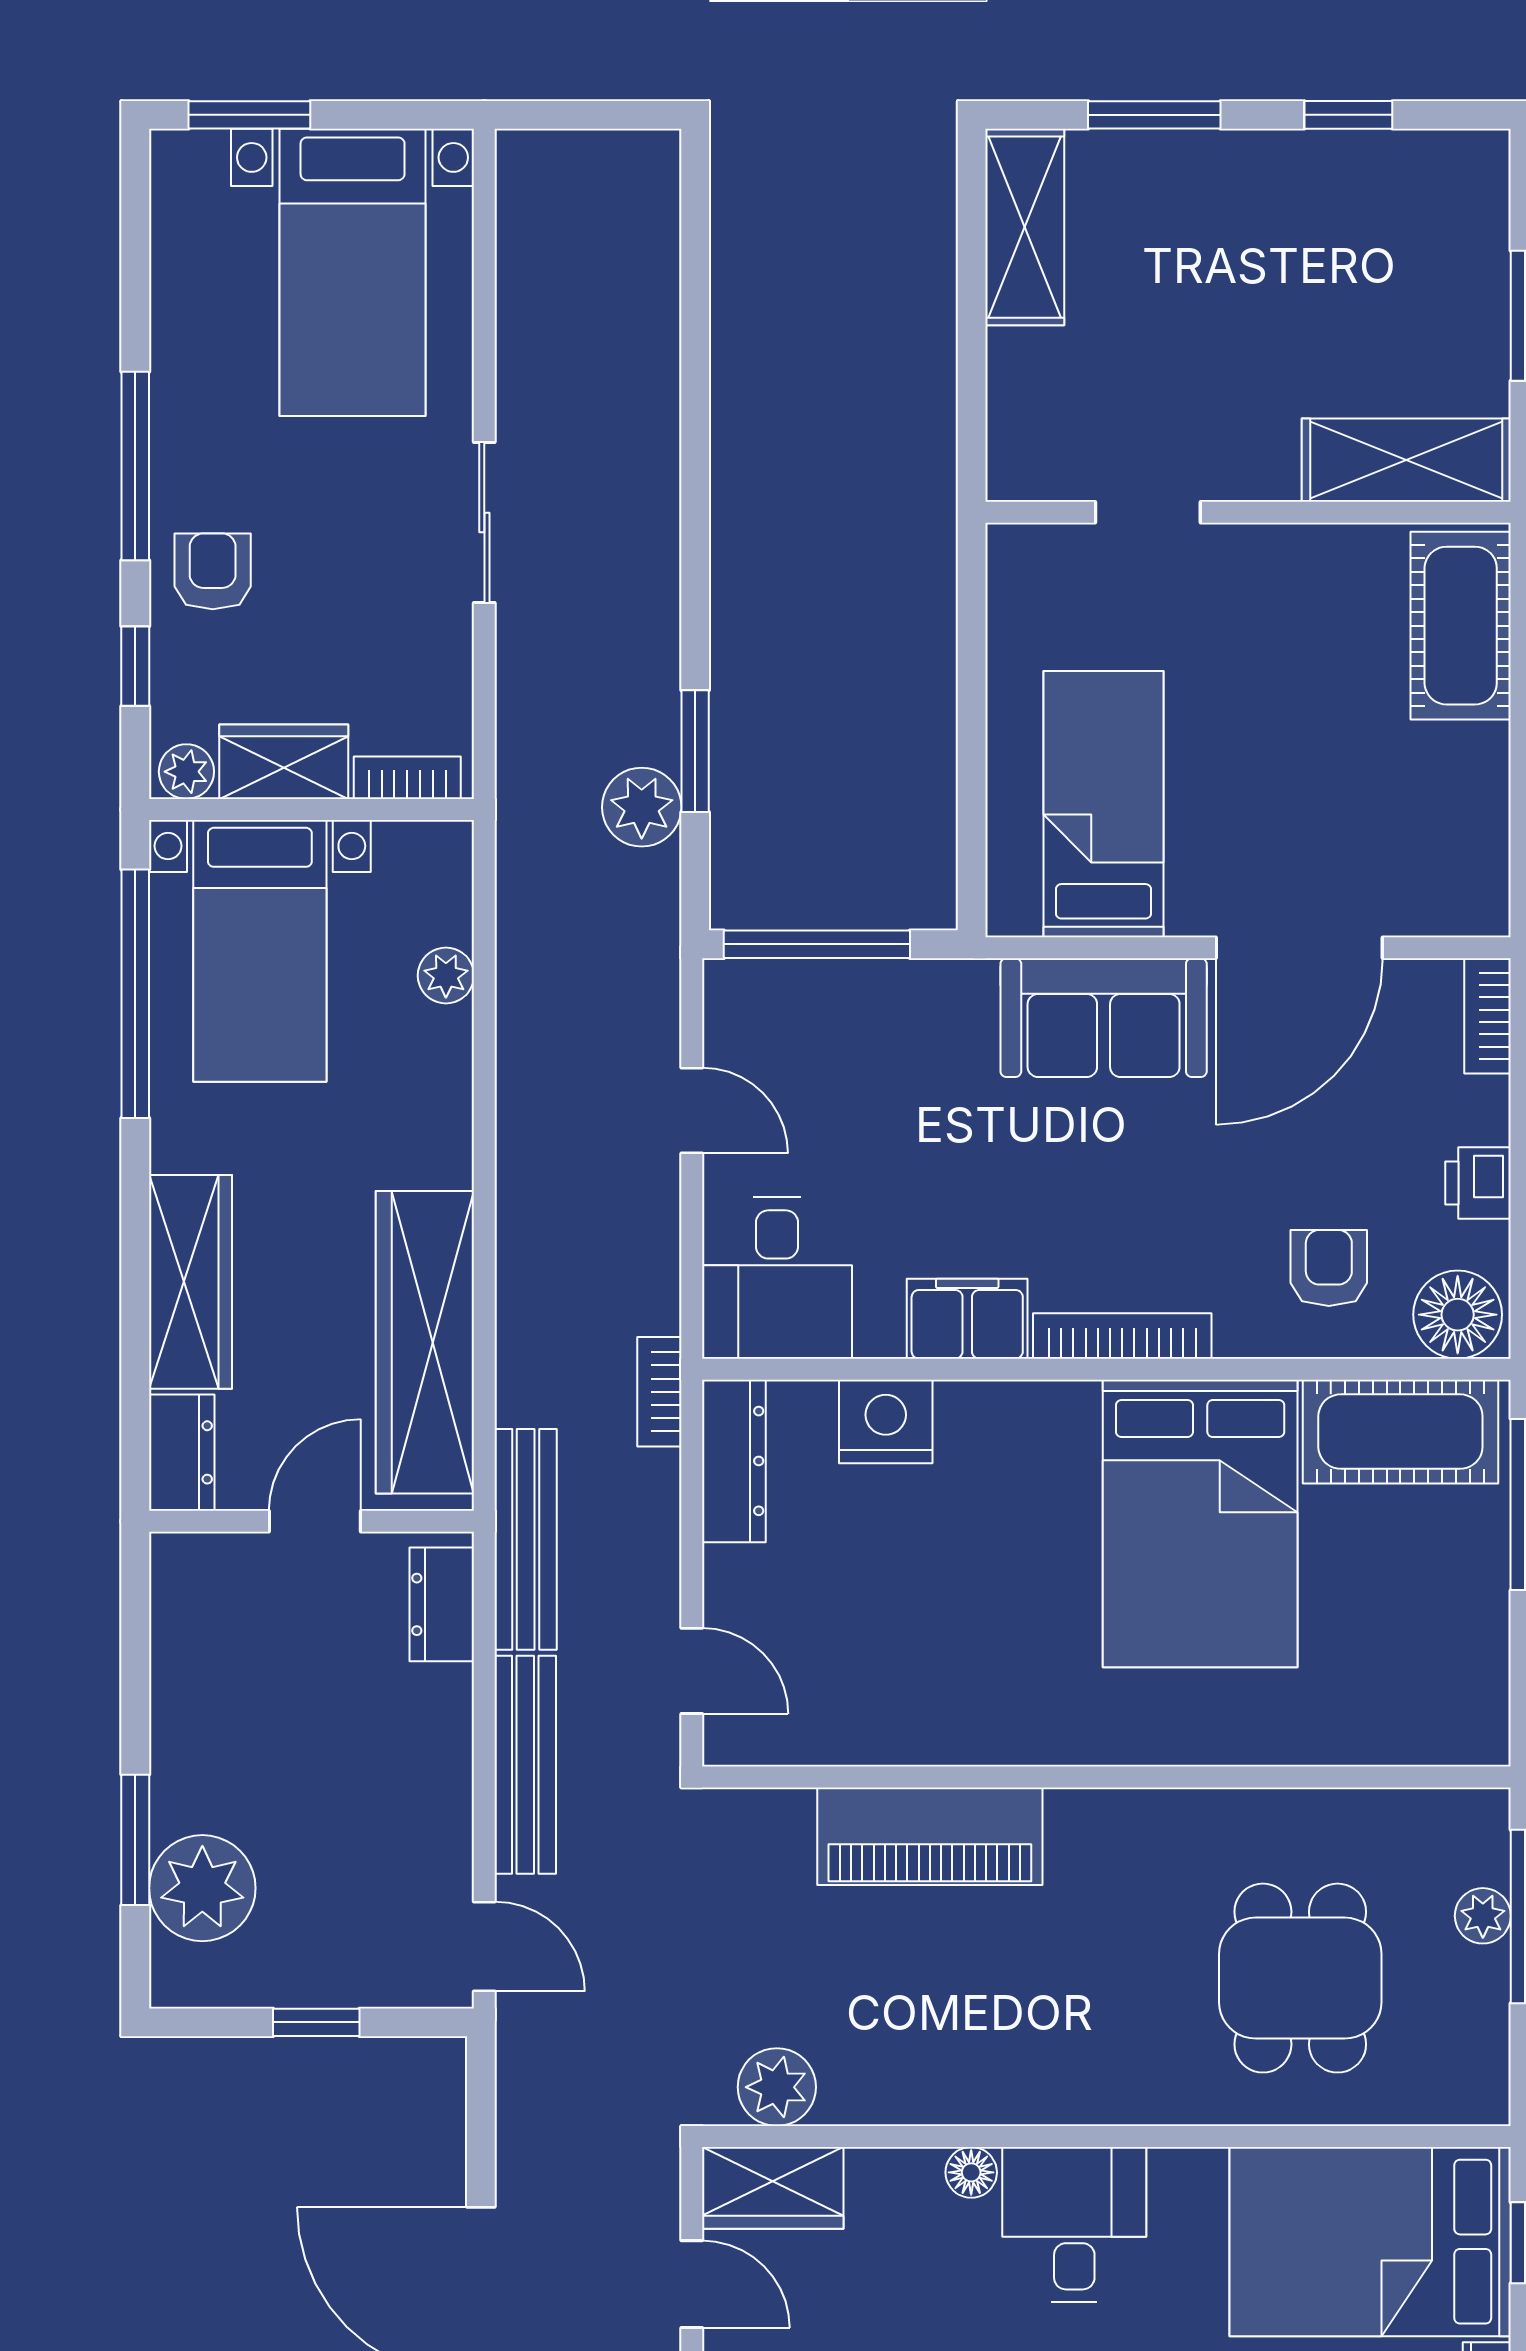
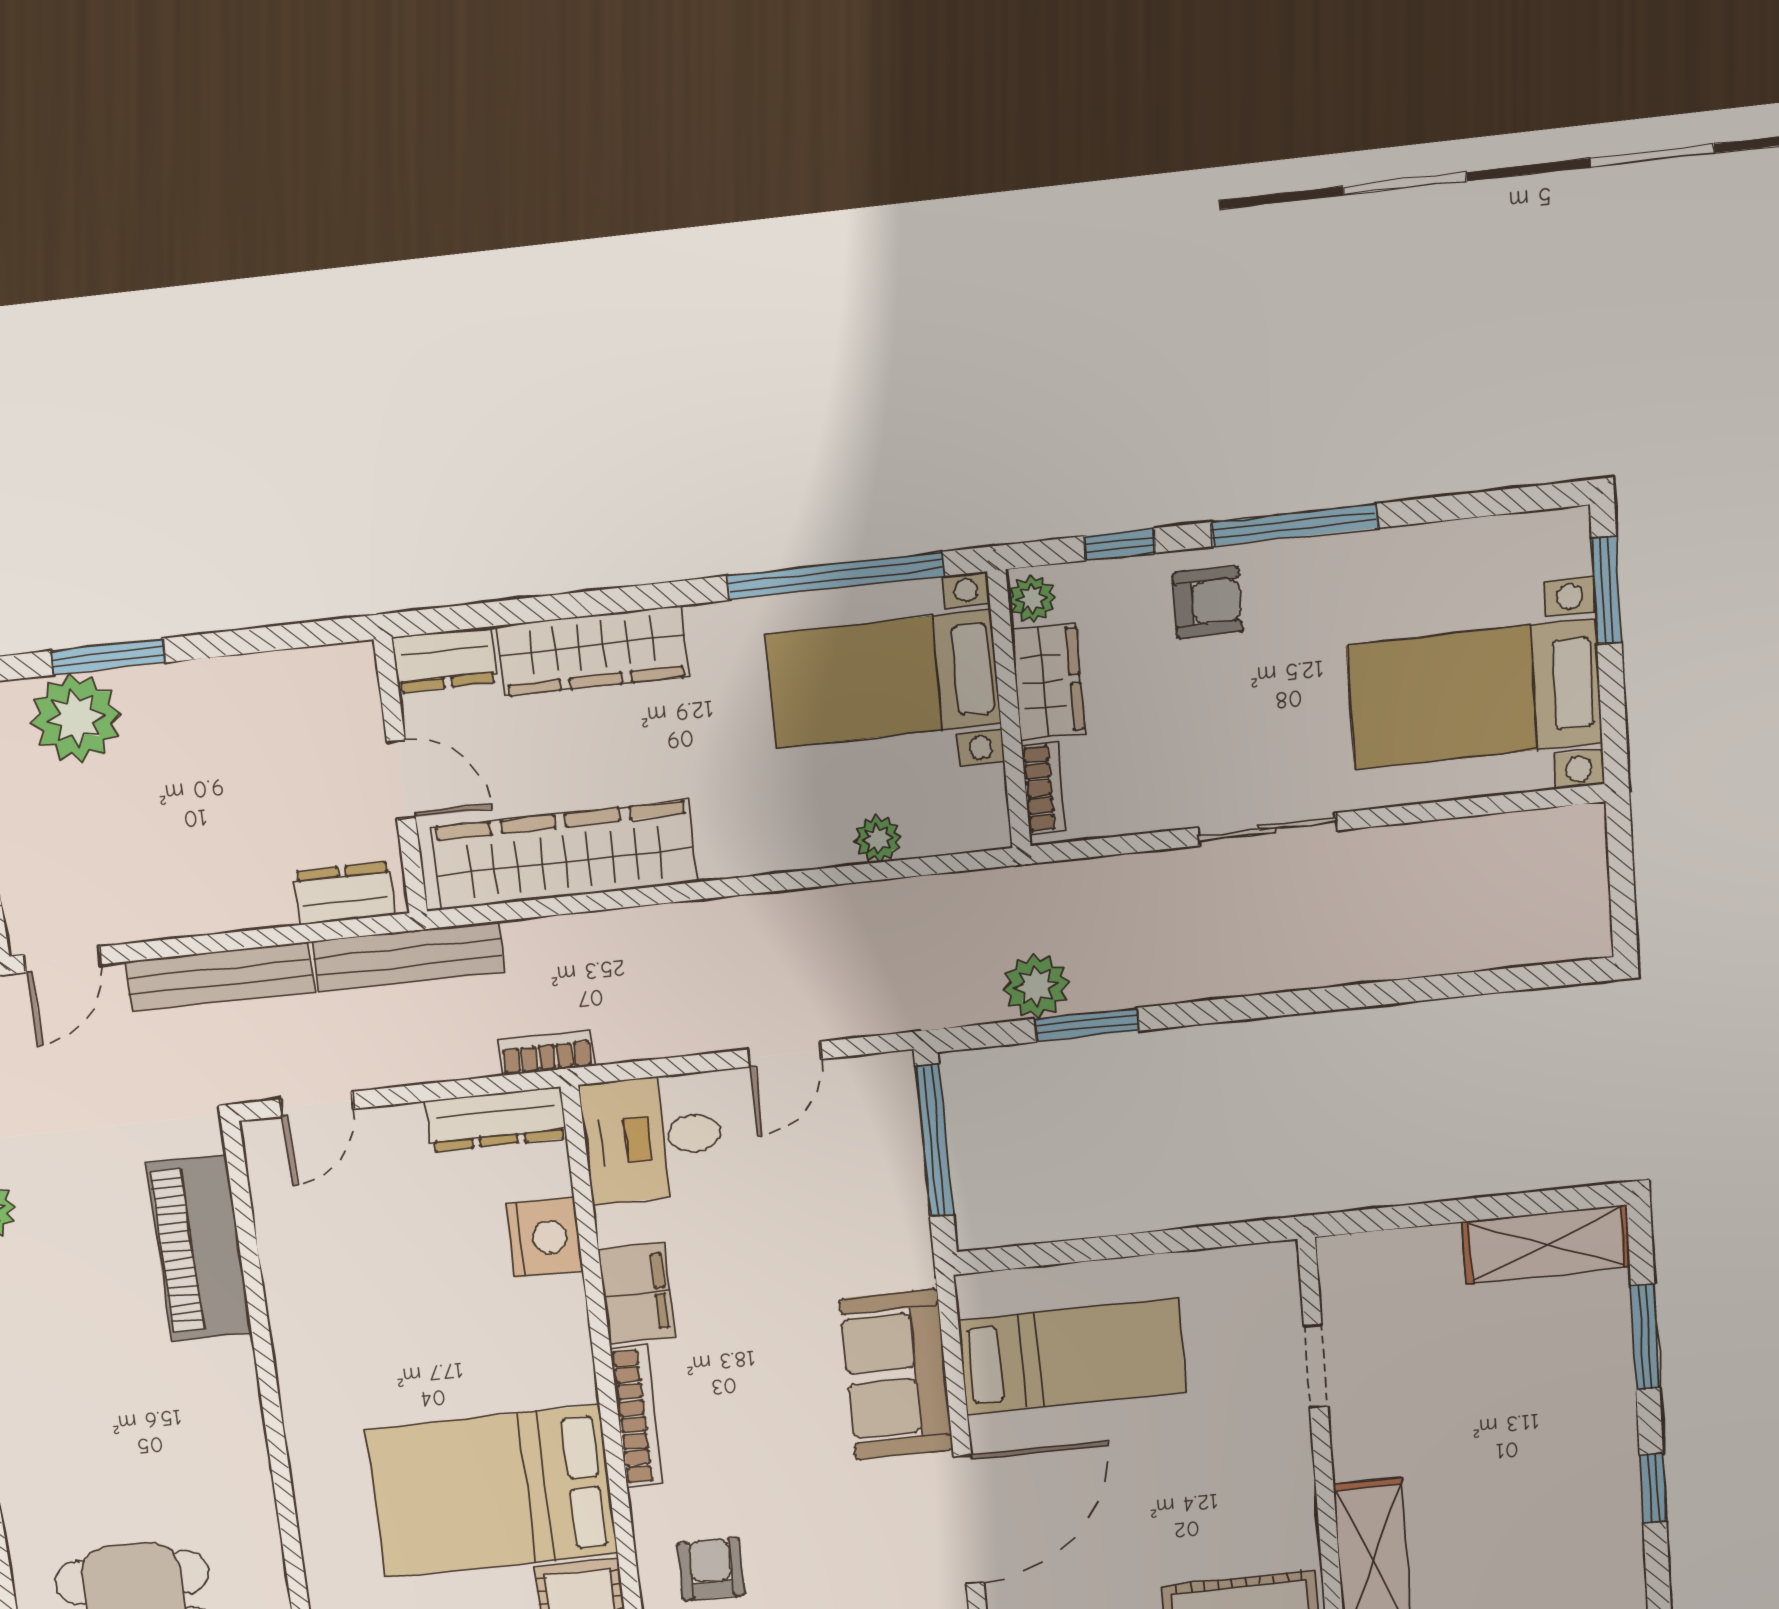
door: (1299, 948) -> (969, 1520), swing flipped
armchair: (1329, 1268) -> (711, 1569), turned -90
piano: (930, 1836) -> (199, 1248), moved

